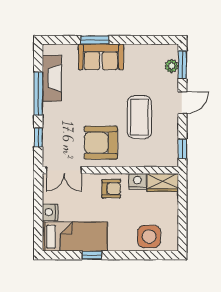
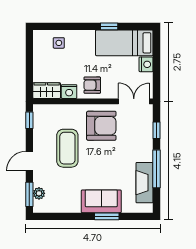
side table: (149, 237) -> (59, 43), width x0.54, depth x0.54

